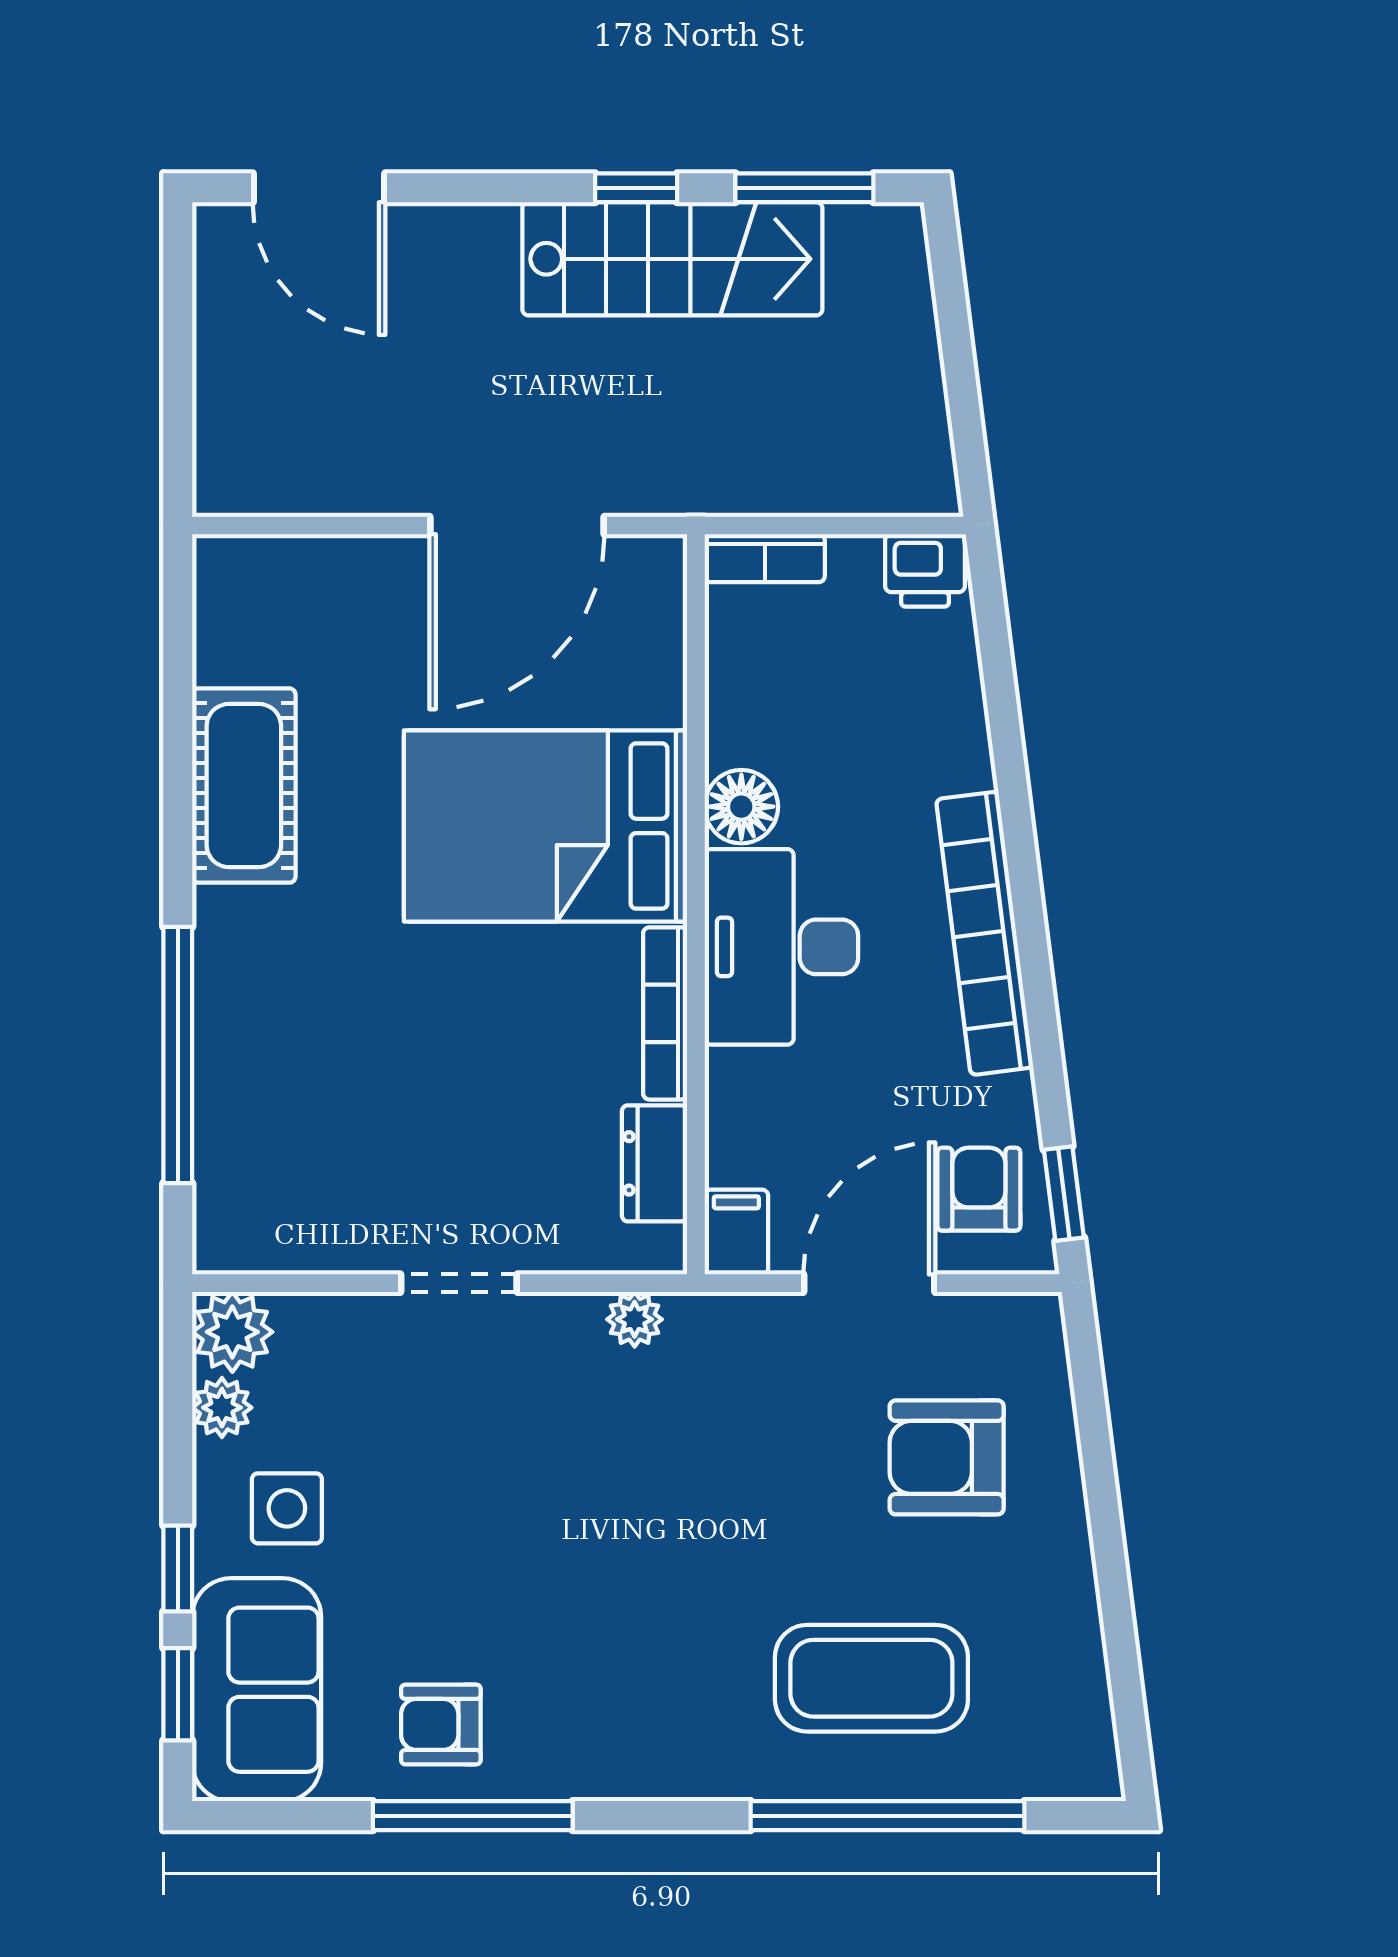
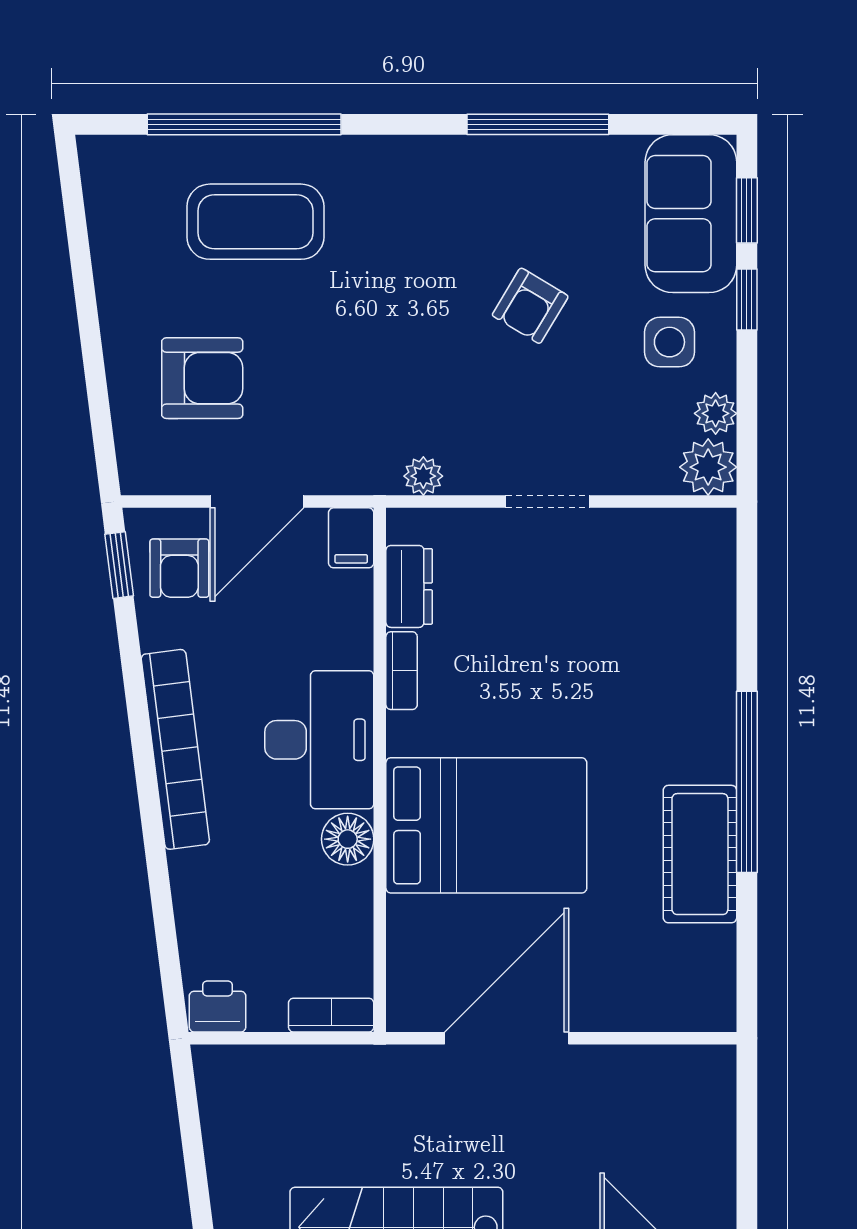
bookcase: (665, 1013) -> (402, 671), width x0.64
window: (178, 1055) -> (747, 782), moved
armchair: (441, 1724) -> (530, 306), moved, turned 121

